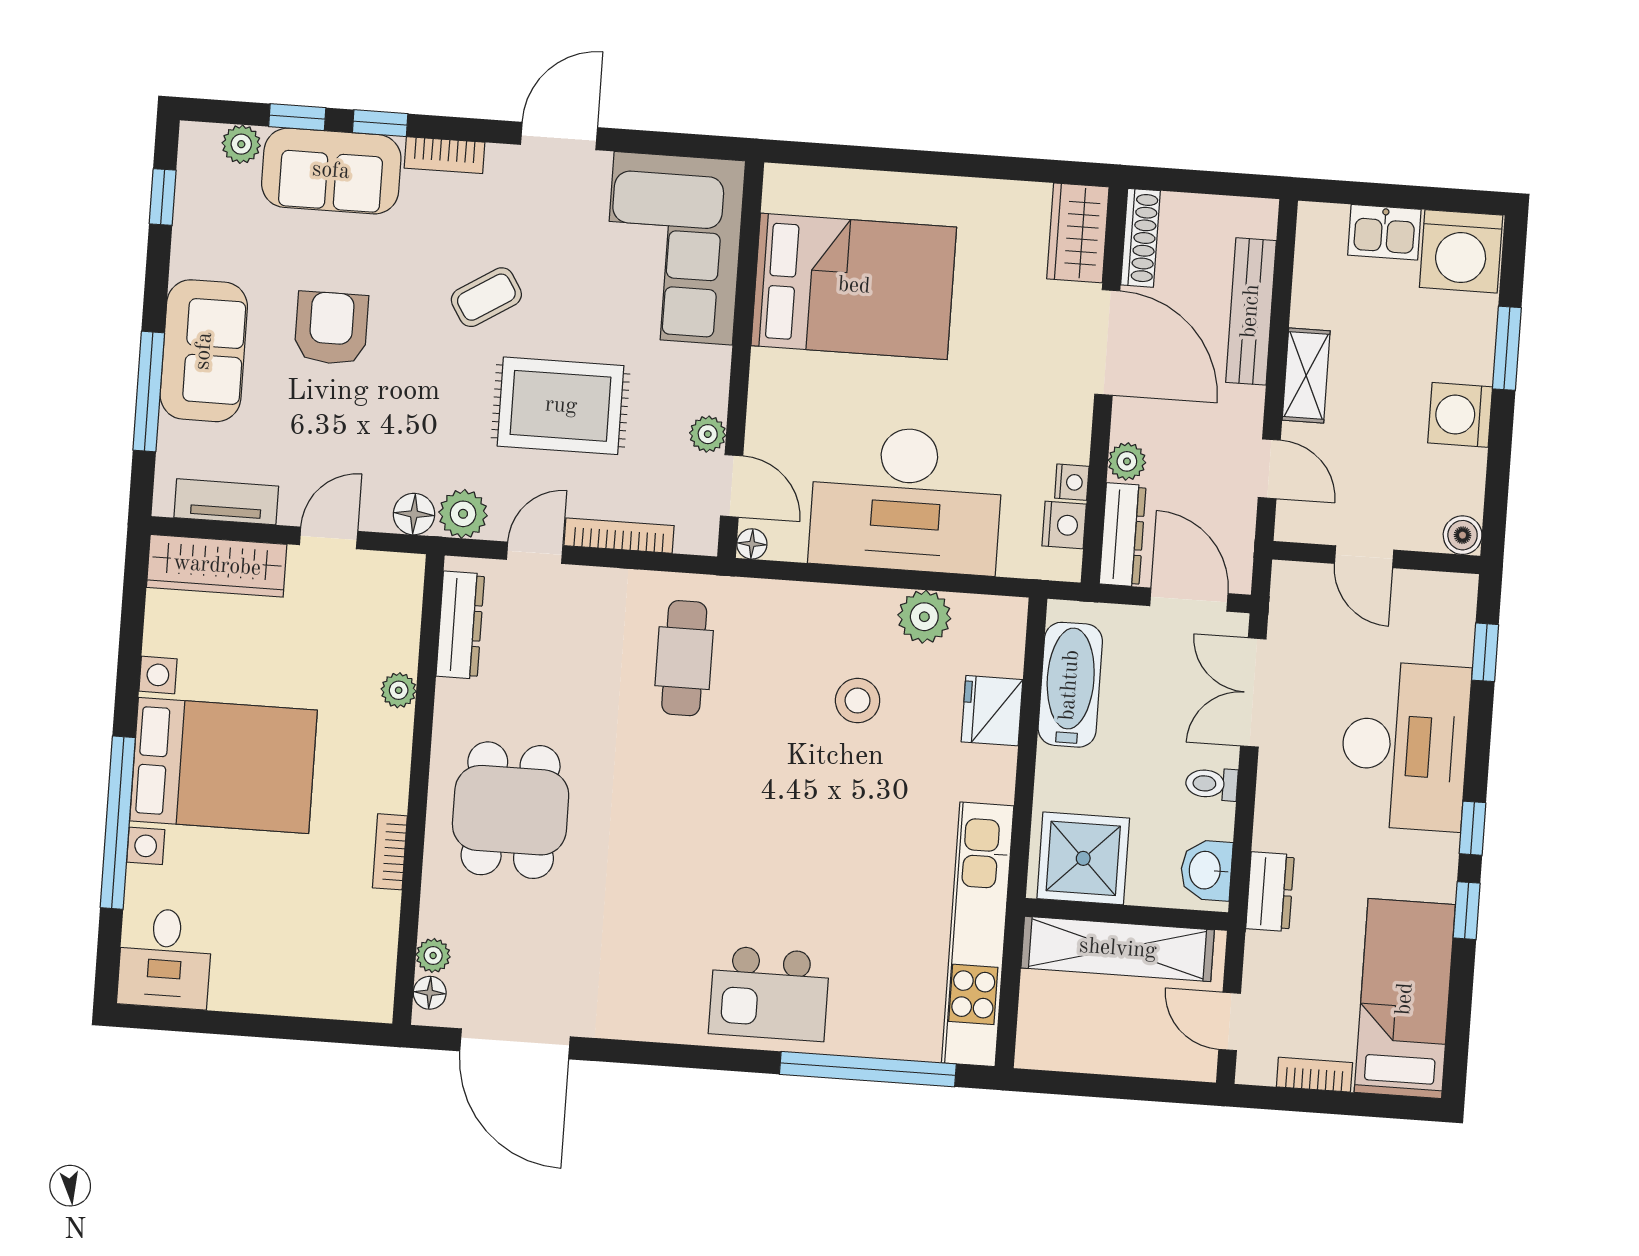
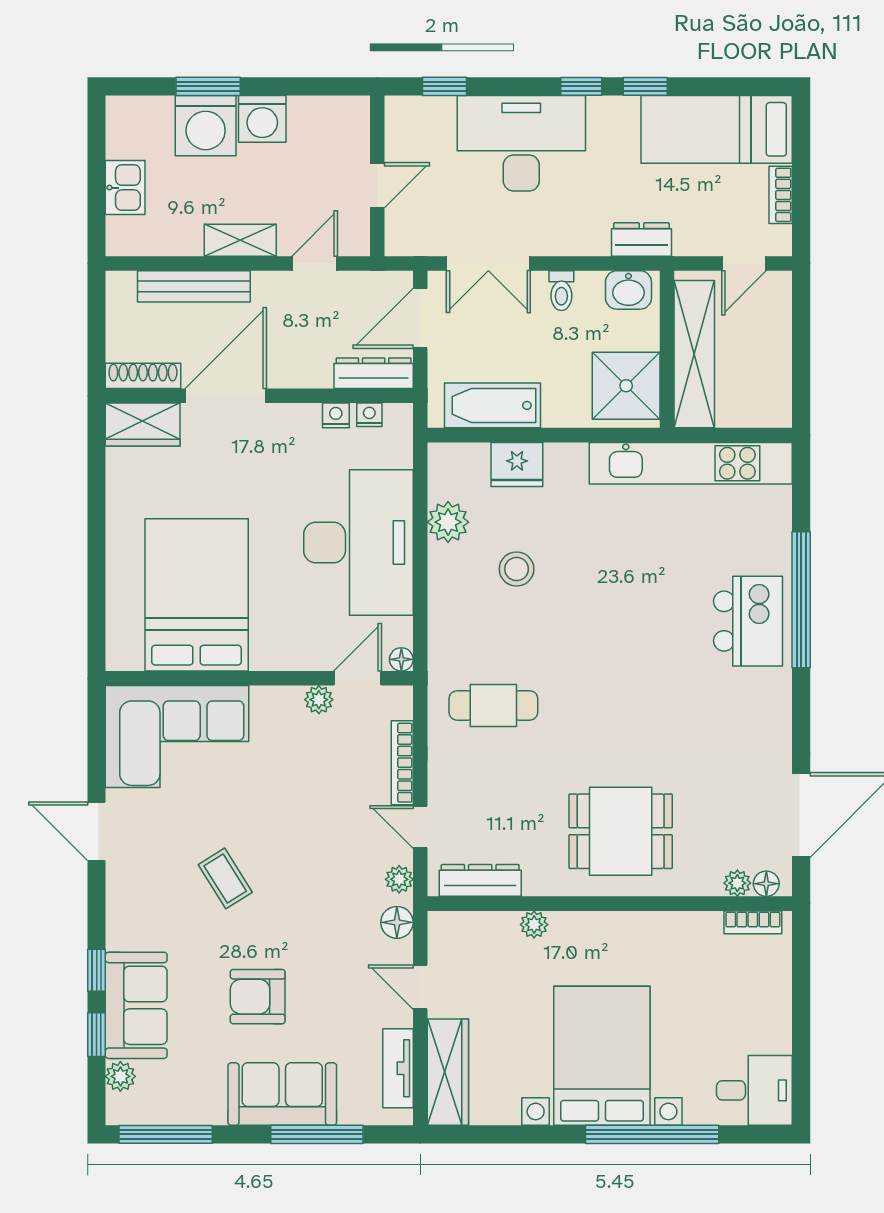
bookcase: (444, 155) -> (118, 919), removed
window: (163, 197) -> (166, 1134), width x2.17
washing machine: (1461, 251) -> (206, 126), moved, turned 90
rug: (561, 406) -> (305, 815), removed
plant: (1127, 461) -> (317, 374), removed
plant: (463, 514) -> (399, 879), width x0.73, depth x0.73
nightstand: (1064, 525) -> (369, 415), width x0.72, depth x0.74
boiler: (1463, 535) -> (355, 110), removed
bookcase: (390, 852) -> (753, 922), moved
window: (868, 1069) -> (801, 600), moved

